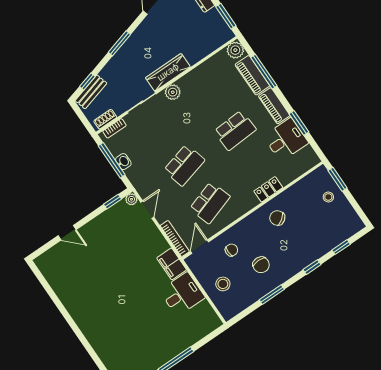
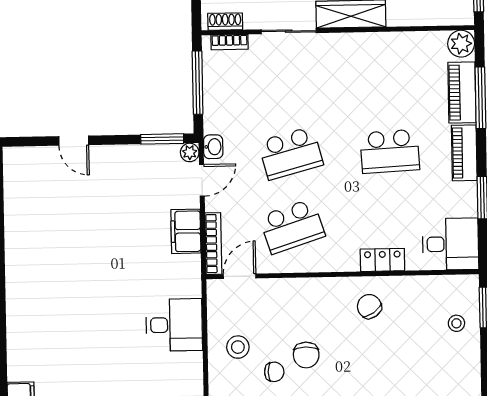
plant: (173, 92) -> (340, 45), removed
desk: (286, 140) -> (451, 244), moved
washbasin: (123, 162) -> (213, 147), moved
window: (112, 202) -> (162, 139), width x1.50
chair: (231, 250) -> (274, 372), moved
filing cabinet: (172, 264) -> (186, 231), moved

